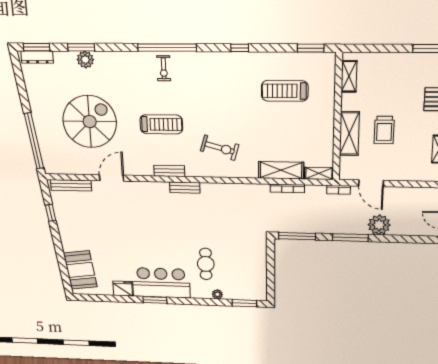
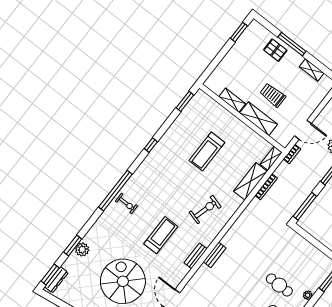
shelving: (349, 76) -> (232, 100), moved
treadmill: (285, 91) -> (207, 152), moved
trolley: (384, 130) -> (273, 95), turned 180

